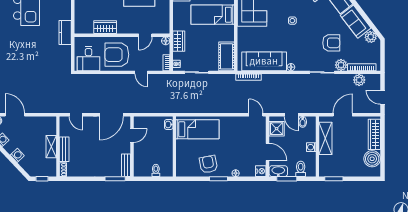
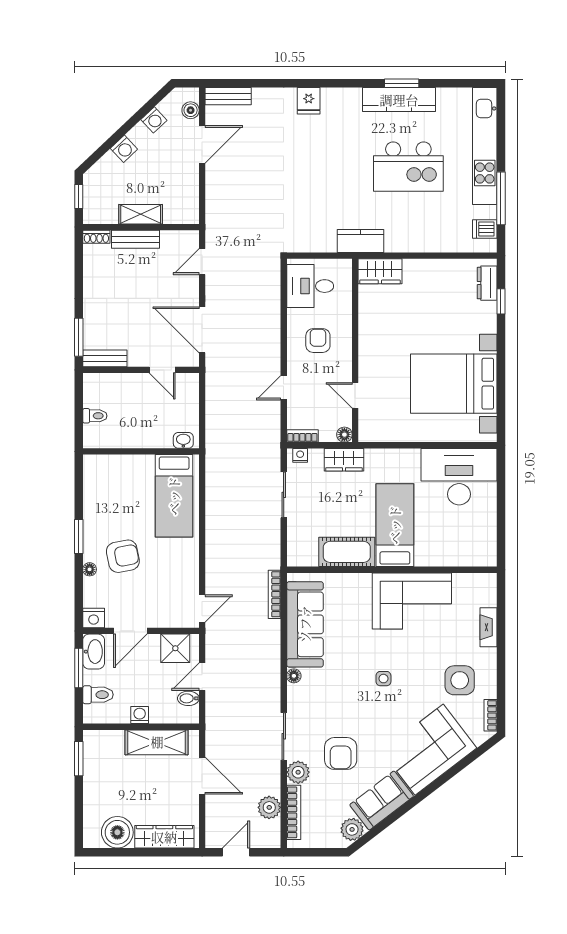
wardrobe: (105, 27) -> (380, 271), moved, turned 90
armchair: (117, 55) -> (318, 341), width x0.53, depth x0.53
cot: (227, 56) -> (347, 552), moved
armchair: (208, 164) -> (123, 556), moved

